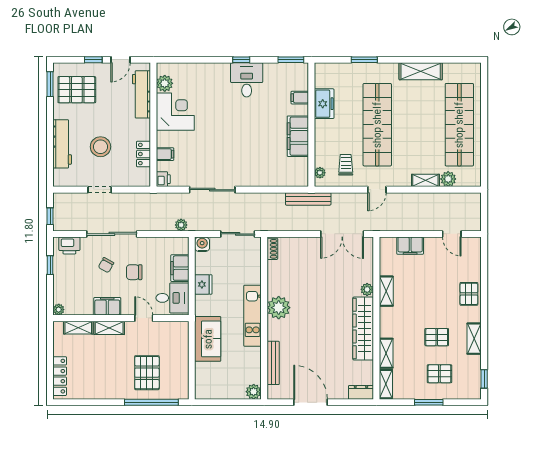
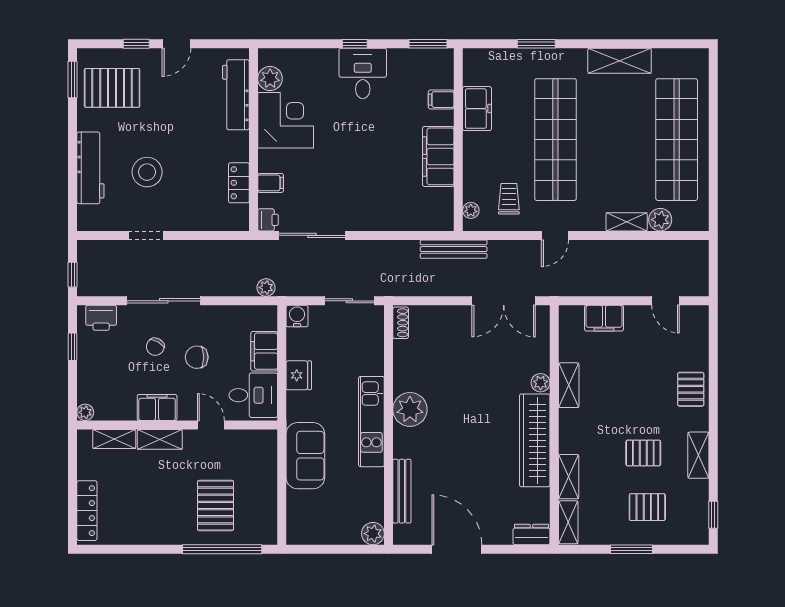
plant: (165, 83) -> (270, 79), moved
workbench: (141, 94) -> (236, 95), moved
corner desk: (175, 112) -> (286, 120), moved
wall: (153, 125) -> (253, 140), moved
locker: (144, 154) -> (239, 183), moved
filing cabinet: (165, 154) -> (271, 183), moved
printer: (163, 179) -> (268, 220), moved

